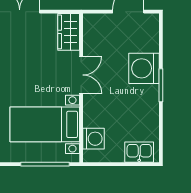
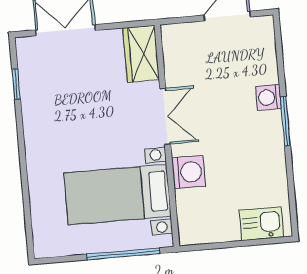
washing machine: (144, 68) -> (268, 97), width x0.53, depth x0.53
washing machine: (93, 139) -> (189, 172), moved

